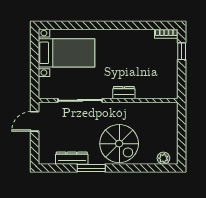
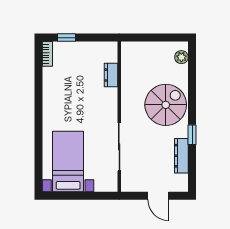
dresser: (124, 93) -> (111, 75), moved
door: (35, 121) -> (158, 196), moved
window: (91, 168) -> (192, 135), width x0.67

